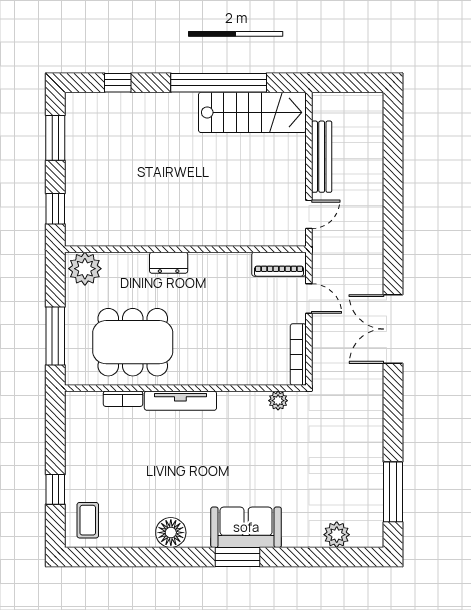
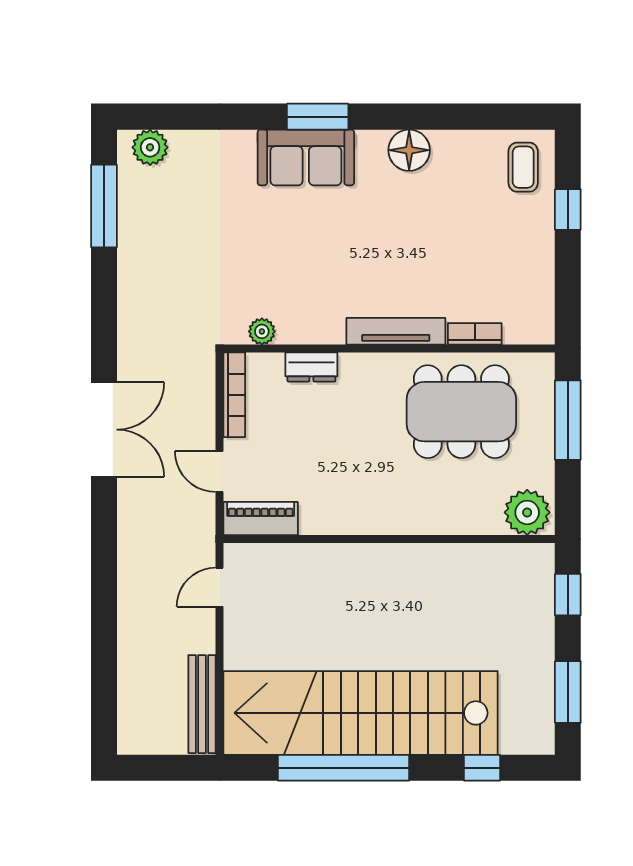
stairs: (252, 112) -> (361, 713), width x1.86, depth x1.51
bench: (322, 157) -> (202, 704), moved
dresser: (169, 263) -> (311, 367), moved, turned 180
plant: (337, 535) -> (150, 147), moved

